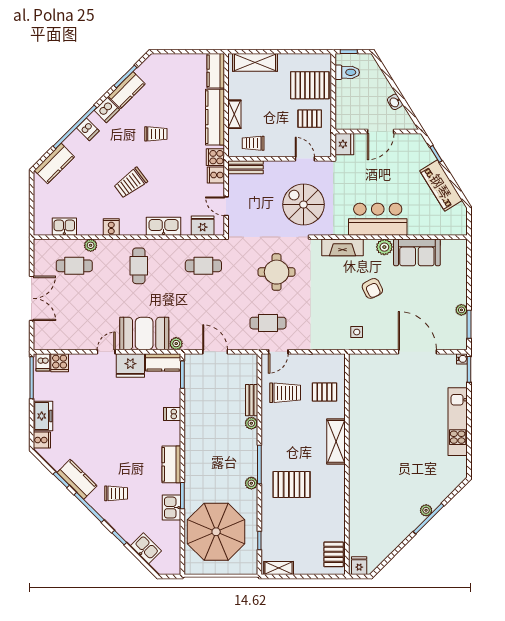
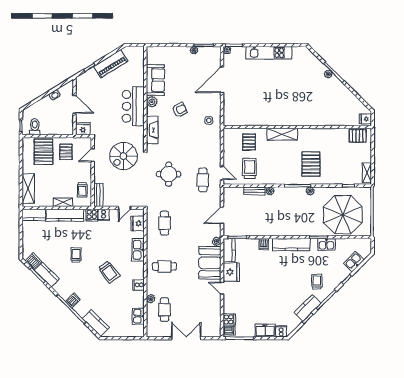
dishwasher: (107, 110) -> (33, 261), moved
kitchen counter: (171, 464) -> (291, 245), width x1.50

